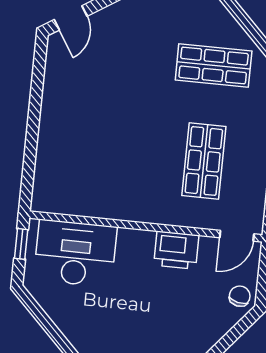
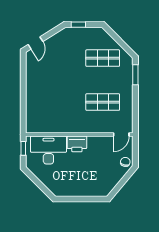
shop shelf: (204, 161) -> (103, 102), turned 90
printer: (176, 250) -> (77, 144), moved

